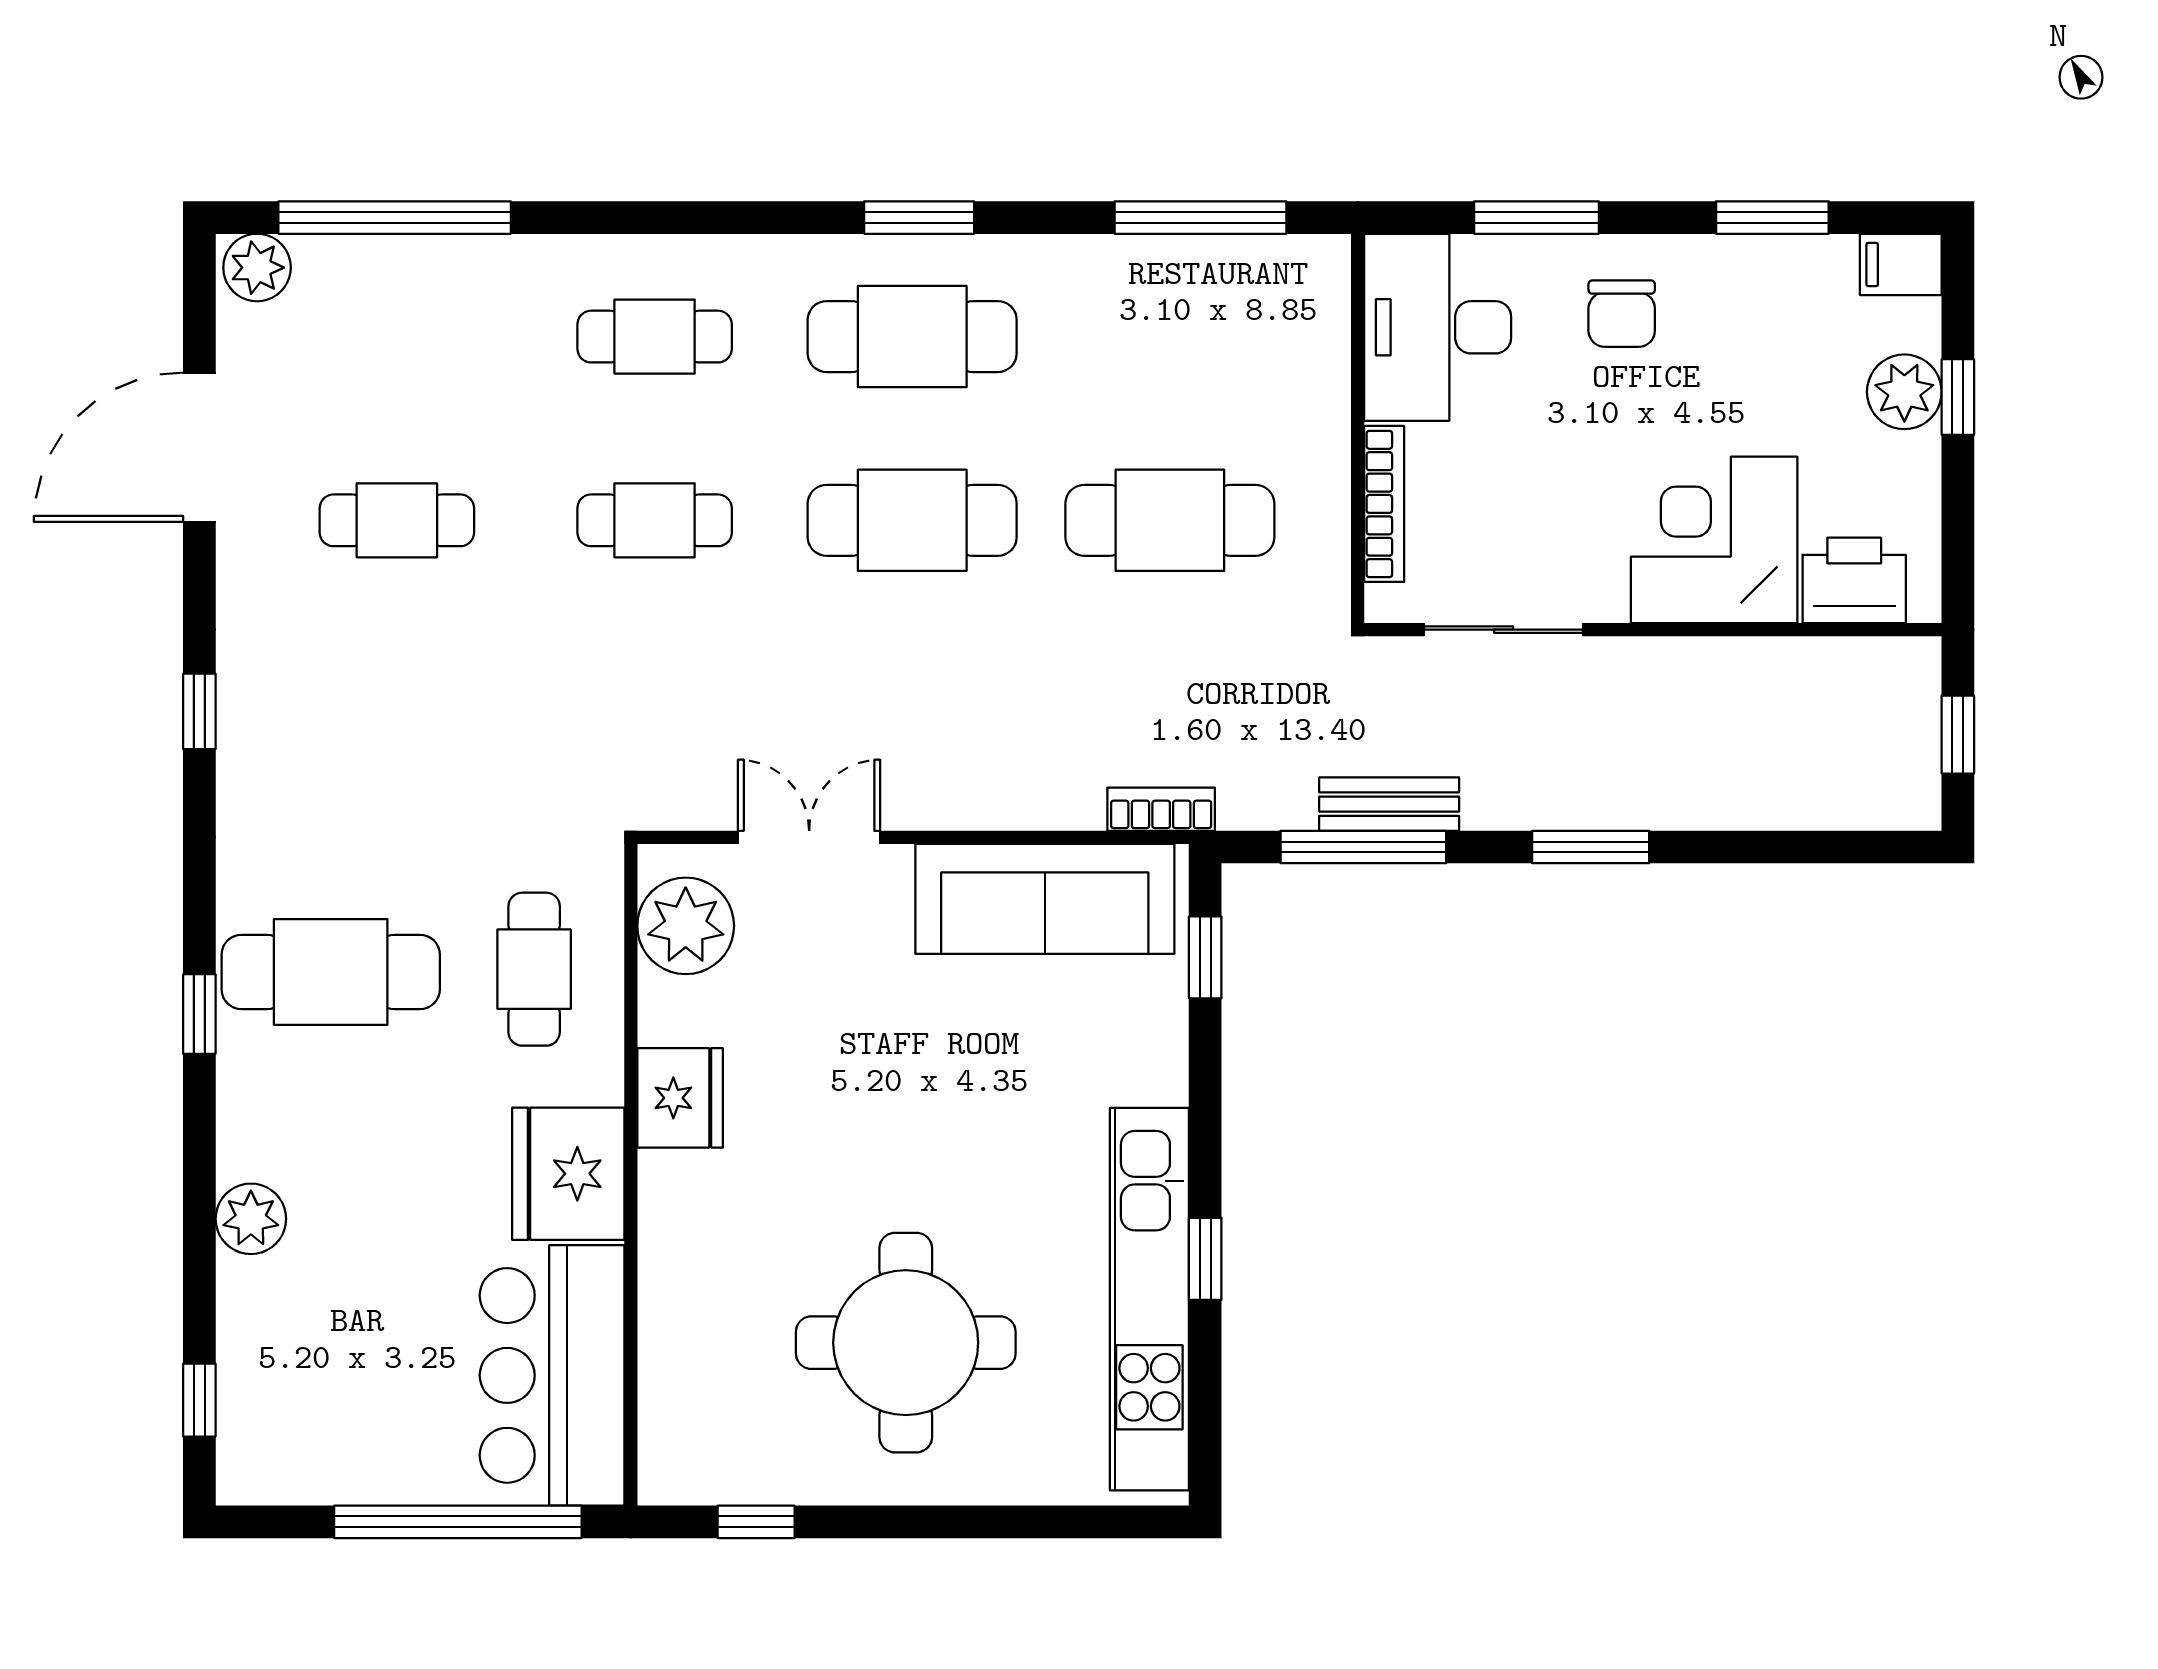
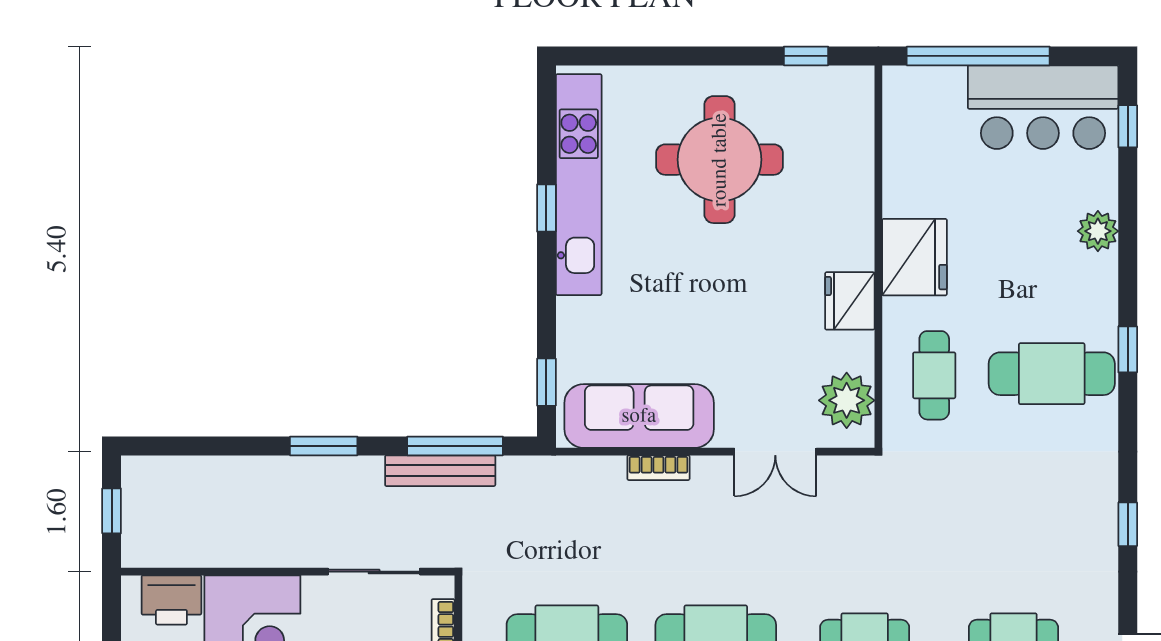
bench: (1389, 804) -> (440, 471), width x1.36
bookcase: (1161, 809) -> (658, 468), moved
bar counter: (552, 1375) -> (1043, 107), moved, turned 90

